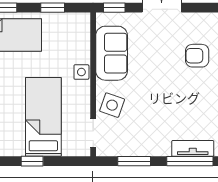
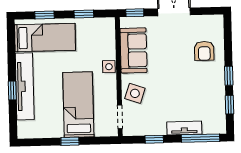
armchair: (197, 56) -> (204, 51), turned -90
tv unit: (193, 148) -> (184, 128), moved
window: (134, 161) -> (154, 139), width x0.67

